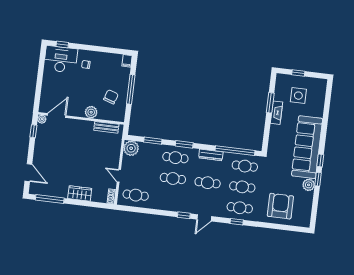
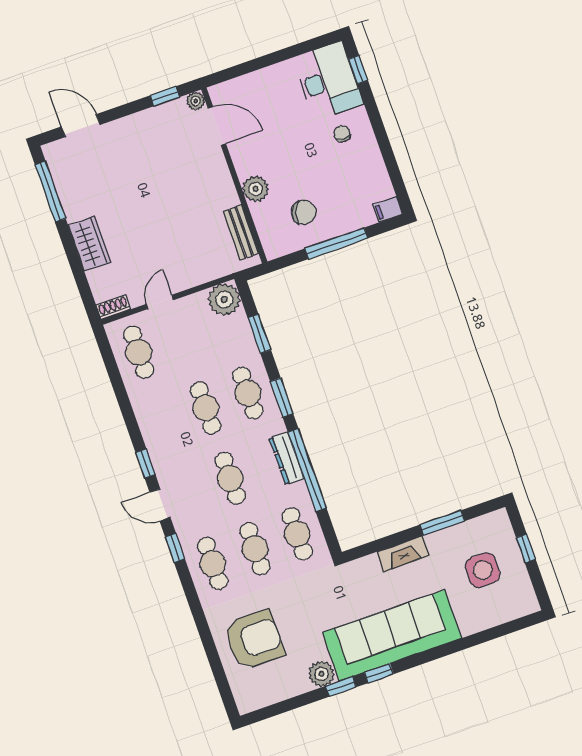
fireplace: (277, 113) -> (403, 554), moved
window: (235, 151) -> (307, 470), moved
door: (28, 173) -> (81, 126), swing flipped
window: (237, 222) -> (175, 548), moved

